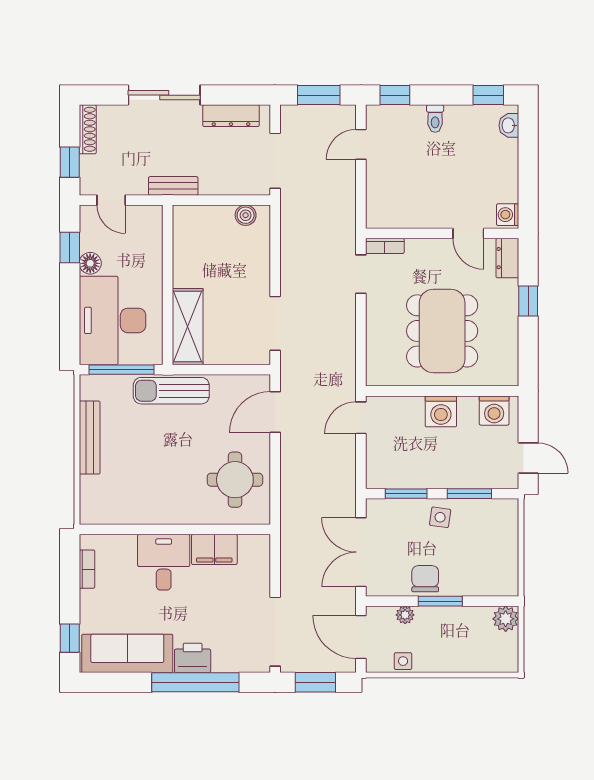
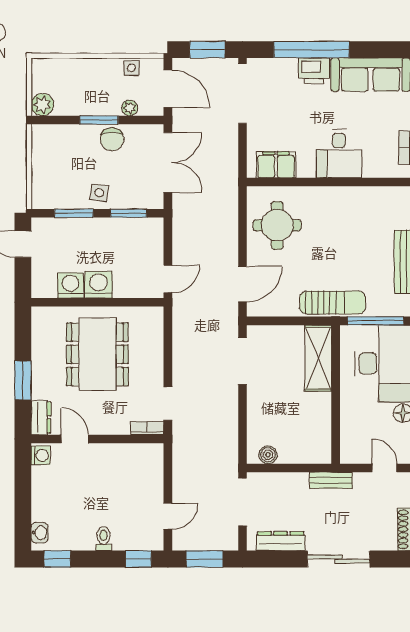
window: (528, 301) -> (23, 380), width x1.50
washing machine: (494, 411) -> (71, 285), moved
filing cabinet: (214, 549) -> (276, 165), moved

